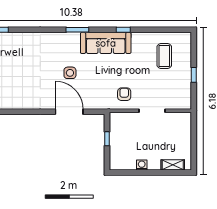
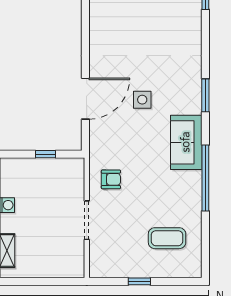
window: (77, 30) -> (205, 95), moved
window: (123, 30) -> (205, 178), width x3.17
sofa: (106, 43) -> (186, 142), width x0.73

